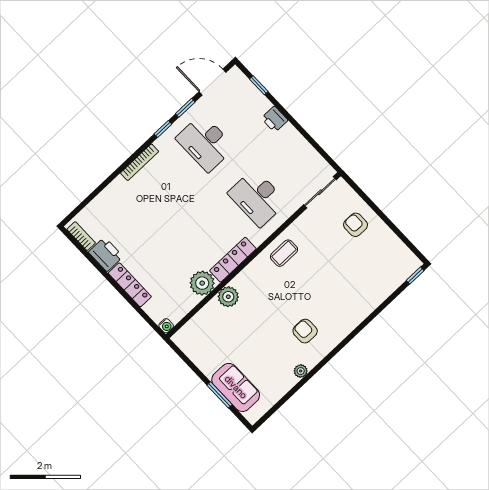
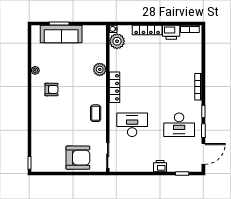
desk: (205, 143) -> (179, 125), turned 180
armchair: (356, 225) -> (78, 158), width x1.88, depth x1.88
plant: (202, 283) -> (117, 41), moved
sofa: (236, 387) -> (61, 34), width x1.36

